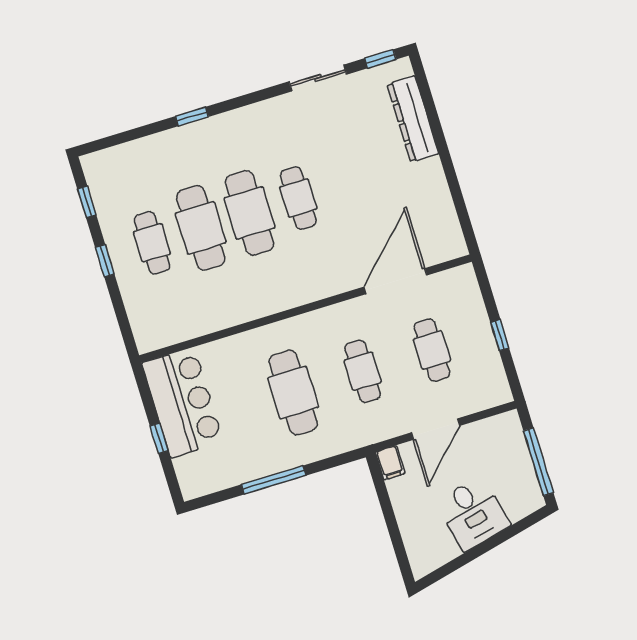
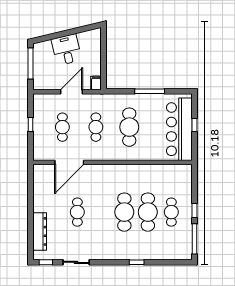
cafe table: (298, 198) -> (77, 212), moved
window: (87, 202) -> (195, 239), width x2.17
bar counter: (183, 402) -> (179, 129), width x1.36

